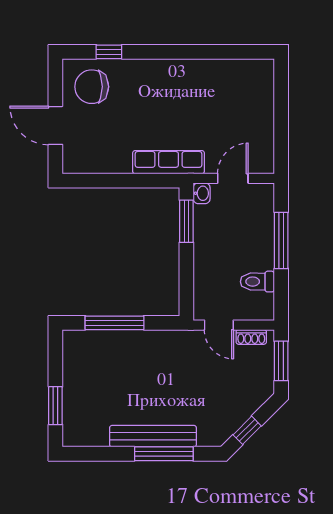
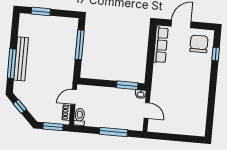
row of seats: (169, 162) -> (161, 45), moved
toilet: (257, 282) -> (80, 117), moved

